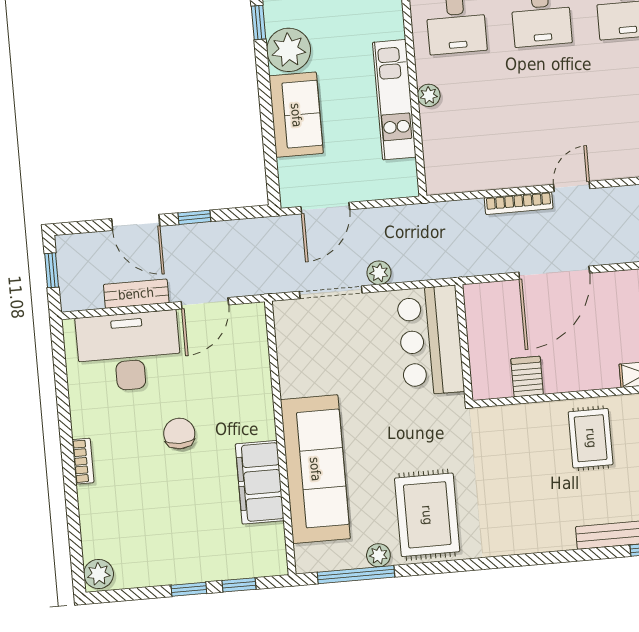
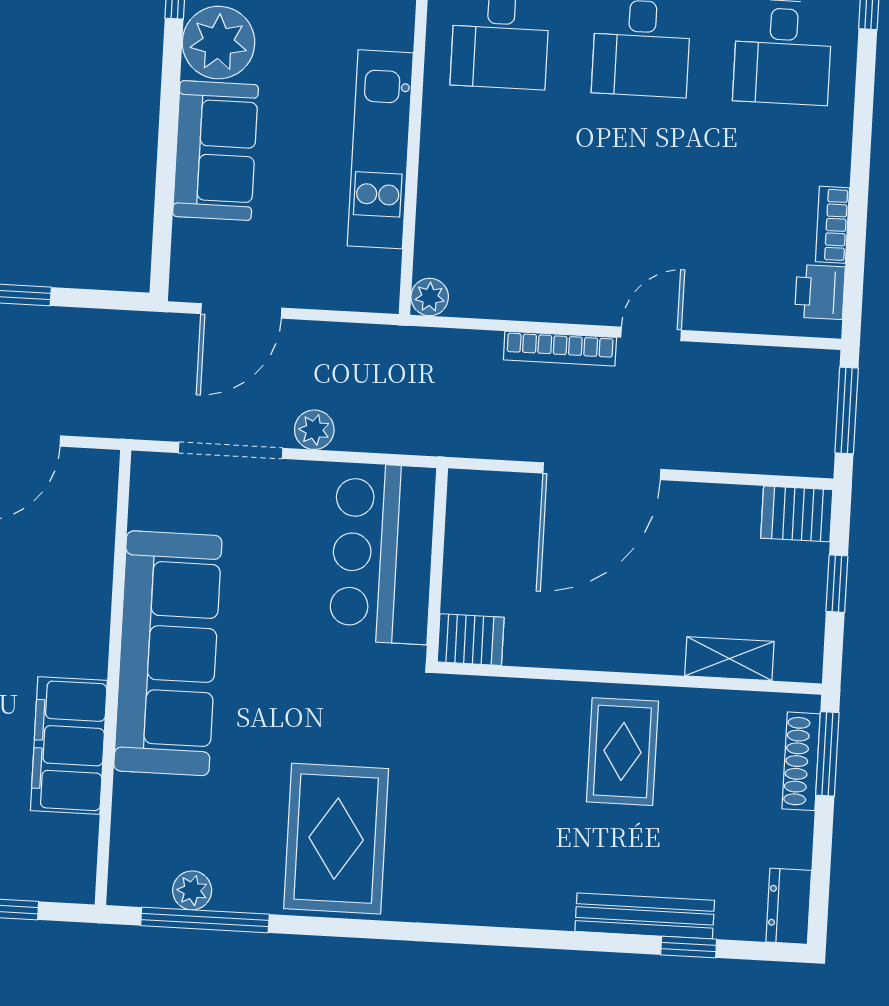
plant: (429, 95) -> (430, 297), moved
server rack: (527, 377) -> (471, 640), moved, turned 90
sofa: (315, 469) -> (168, 653), moved
plant: (378, 555) -> (192, 890), moved

